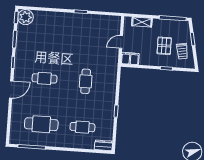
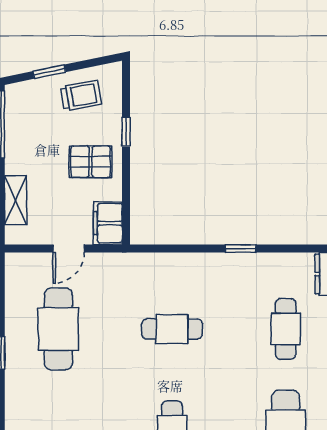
cafe table: (89, 36) -> (58, 329), added
door: (121, 42) -> (69, 248), hinge flipped
pallet: (164, 46) -> (91, 162), moved

